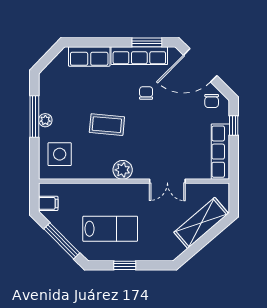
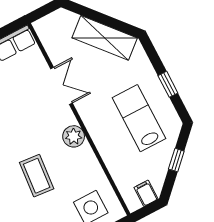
shelving: (201, 223) -> (105, 38), moved
window: (62, 241) -> (176, 160), width x0.46

